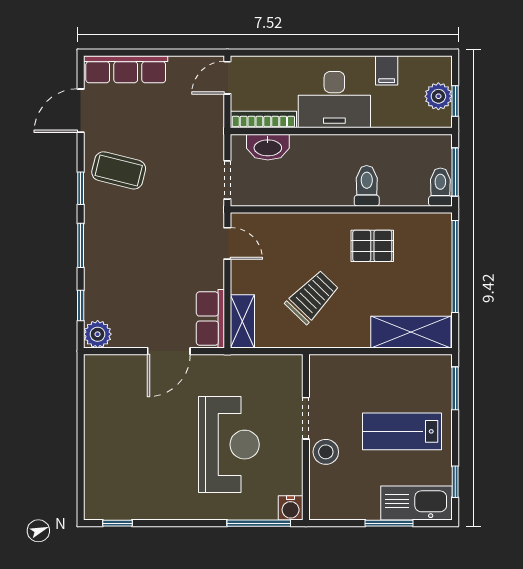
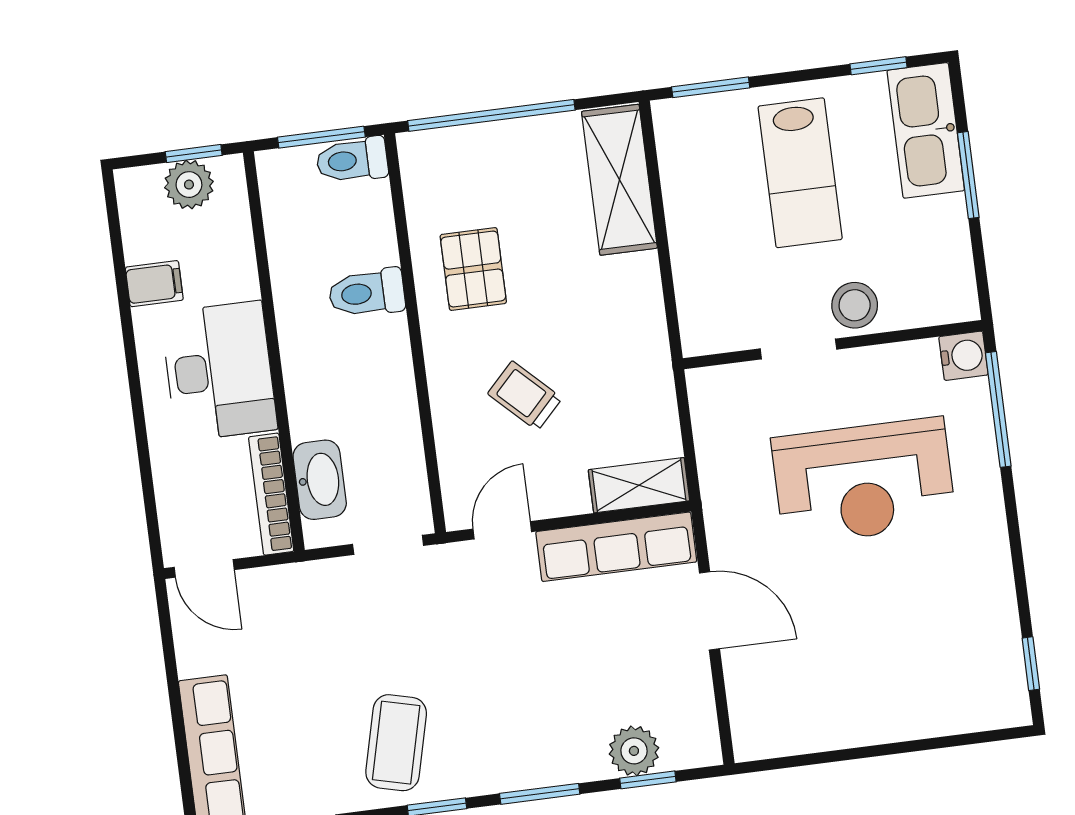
trolley: (312, 297) -> (525, 396), moved, width x0.73, depth x0.72
row of seats: (210, 319) -> (616, 547), width x1.48
plant: (98, 334) -> (634, 751), moved
reception desk: (229, 445) -> (864, 481), turned 180

